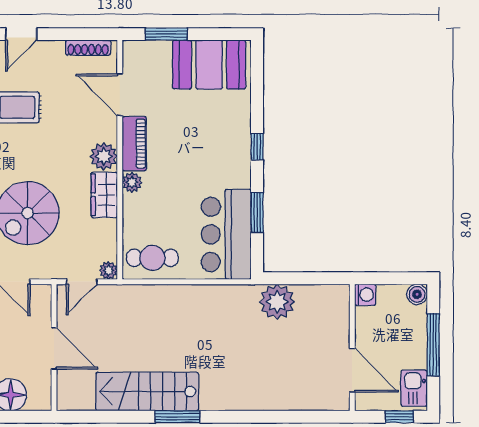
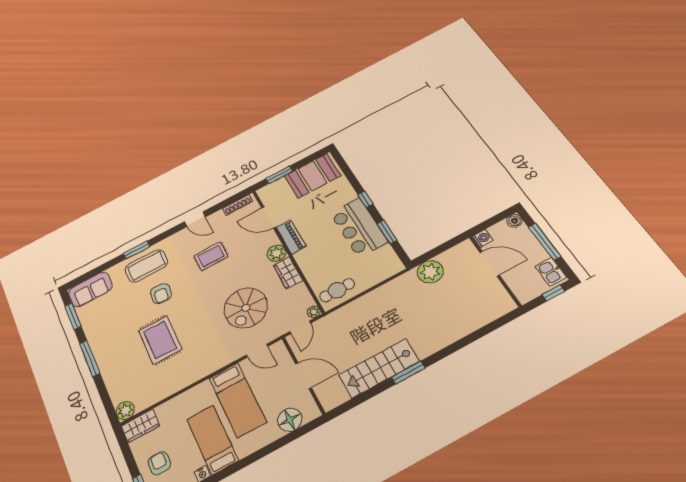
door: (21, 34) -> (195, 219), hinge flipped
plant: (132, 182) -> (301, 257), removed
bar counter: (226, 234) -> (359, 227), moved
door: (352, 370) -> (490, 264), moved

